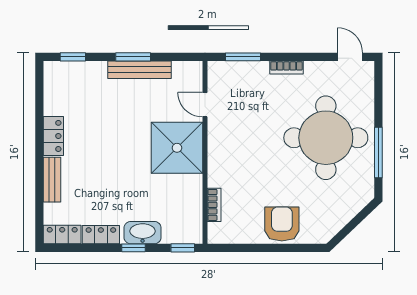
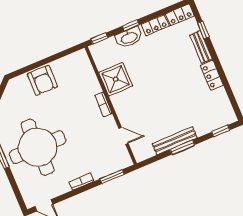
shower: (177, 148) -> (116, 79), moved, width x0.73, depth x0.73
window: (39, 201) -> (203, 30), added
bookcase: (214, 205) -> (103, 104), moved

